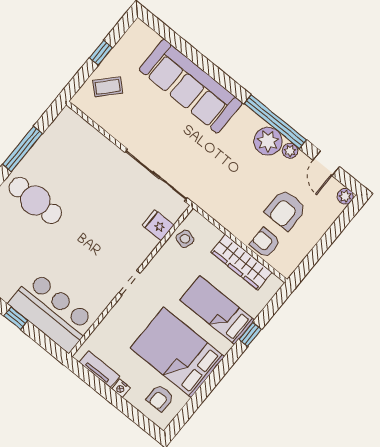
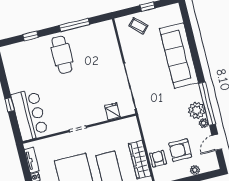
plant: (345, 196) -> (195, 170), moved
side table: (185, 239) -> (121, 128), removed

